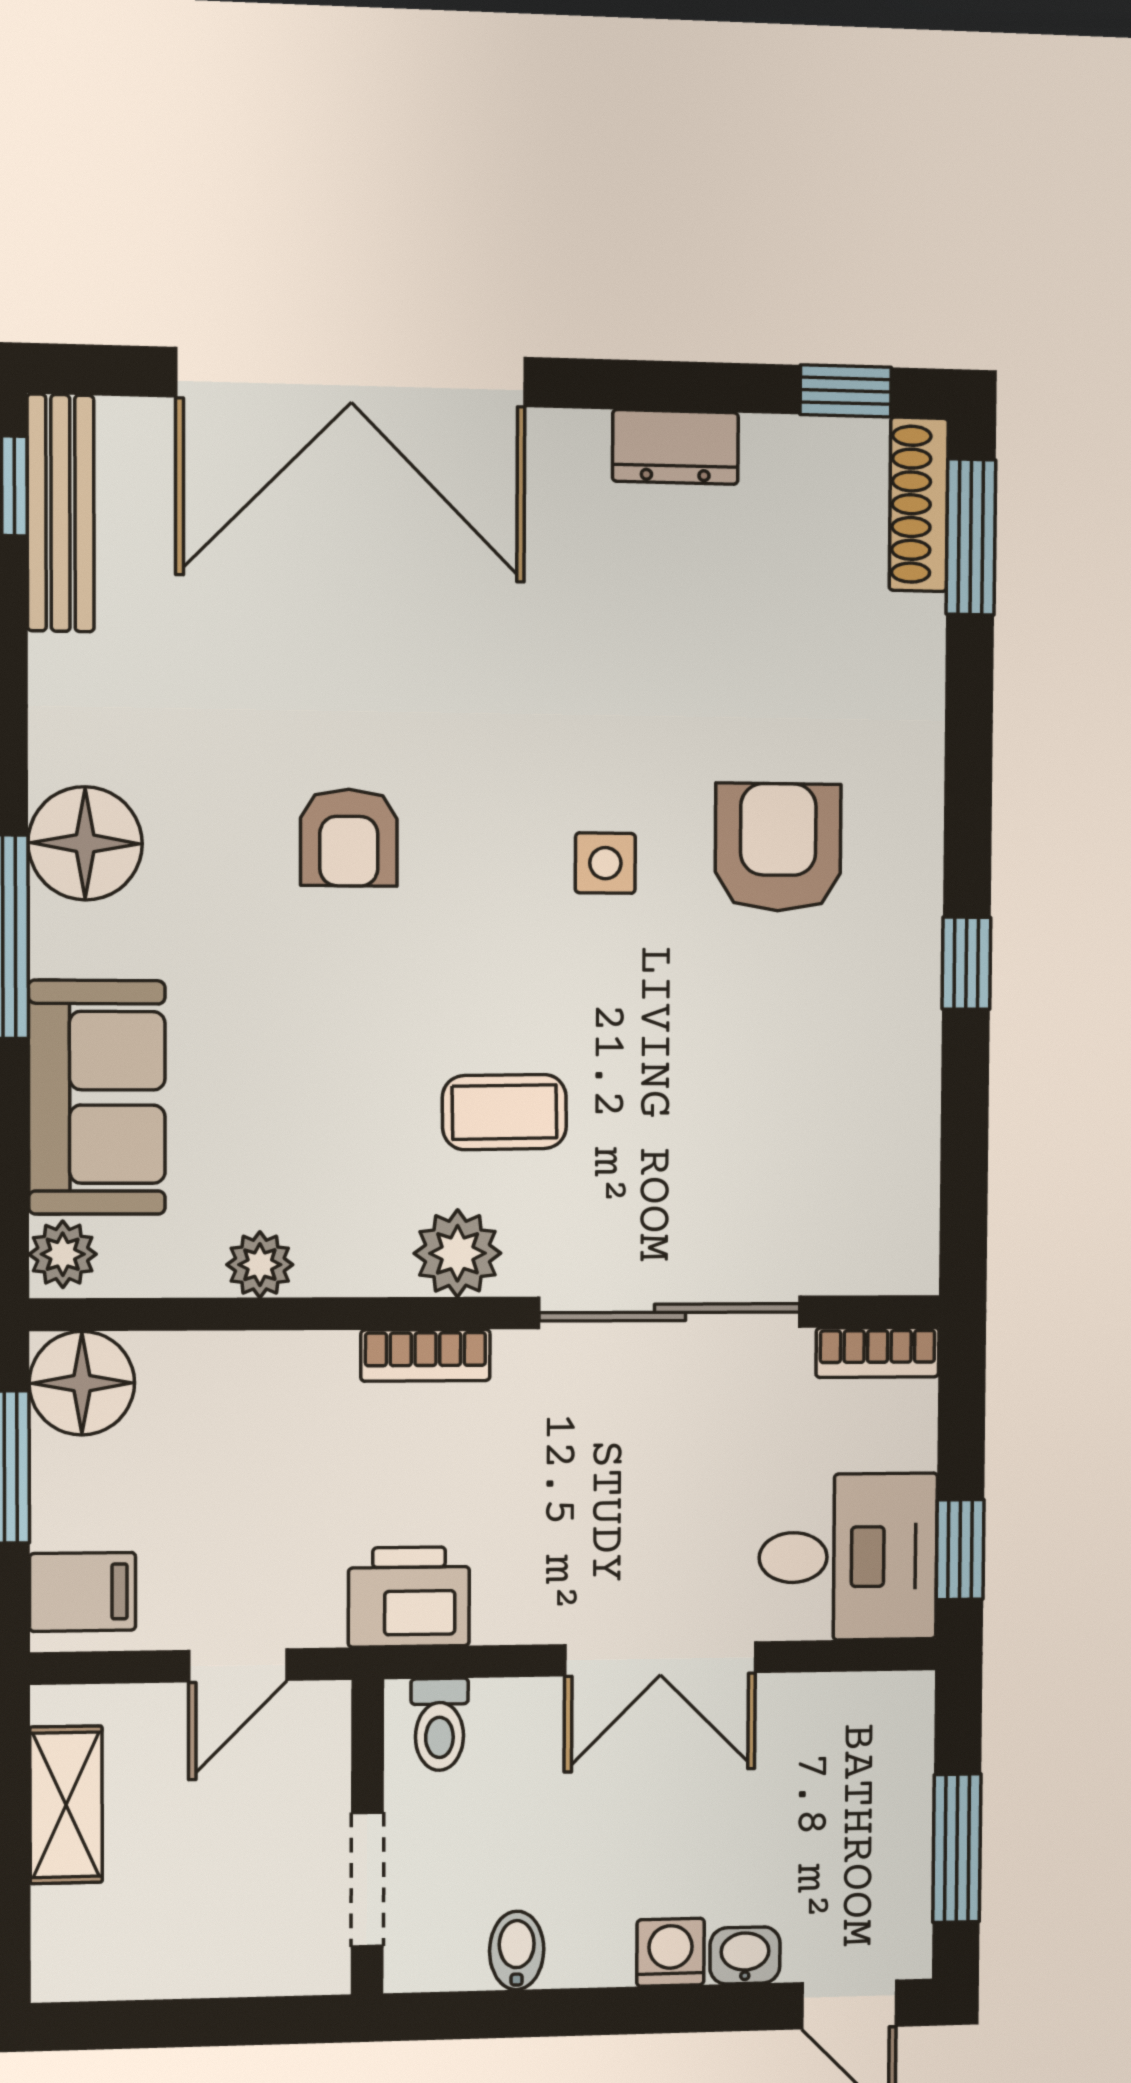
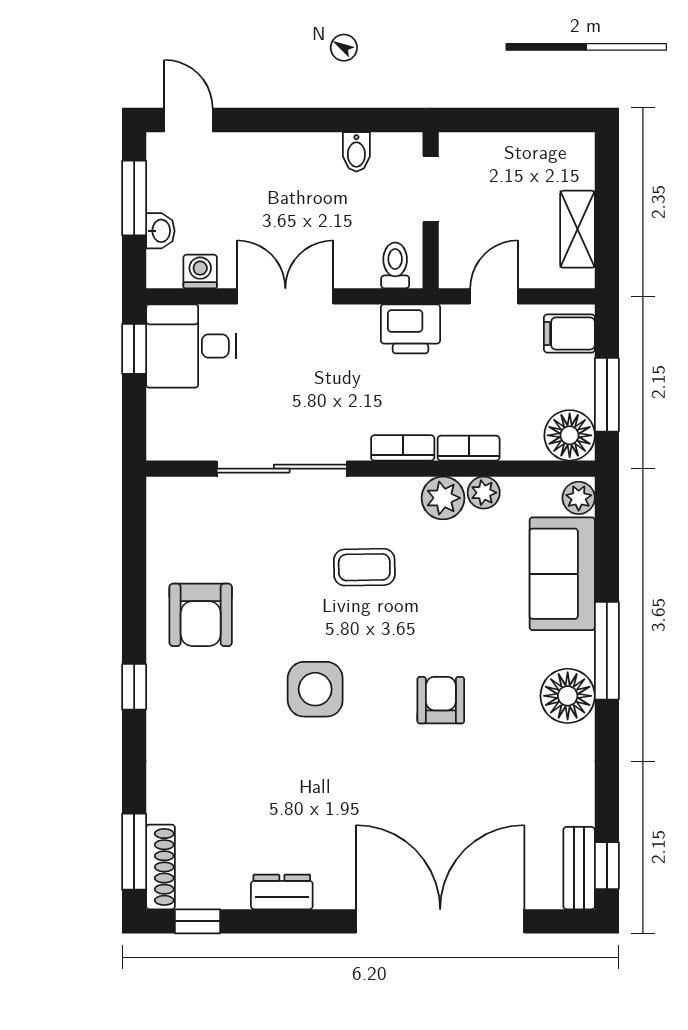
bench: (60, 513) -> (579, 868), width x0.73
armchair: (778, 847) -> (201, 615), moved
side table: (605, 863) -> (315, 689), width x1.87, depth x1.87
window: (966, 963) -> (134, 687), moved
plant: (458, 1253) -> (443, 498), moved
bookcase: (878, 1352) -> (469, 448), moved
washing machine: (670, 1952) -> (200, 271), moved, turned 180
washbasin: (745, 1955) -> (160, 231), moved, turned -90

